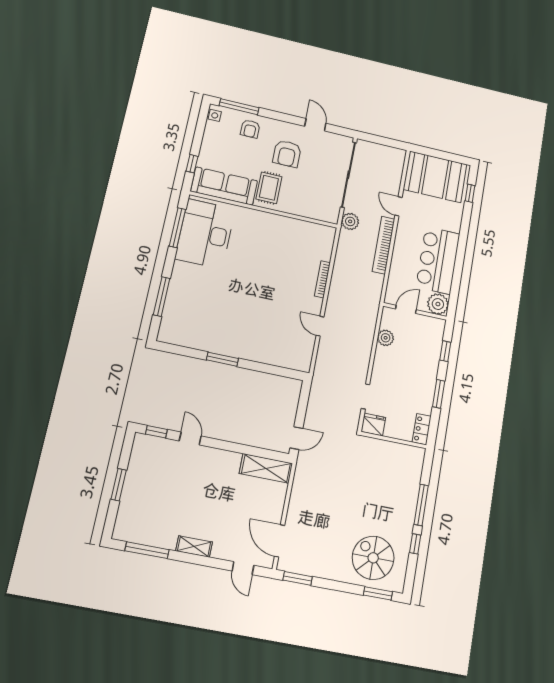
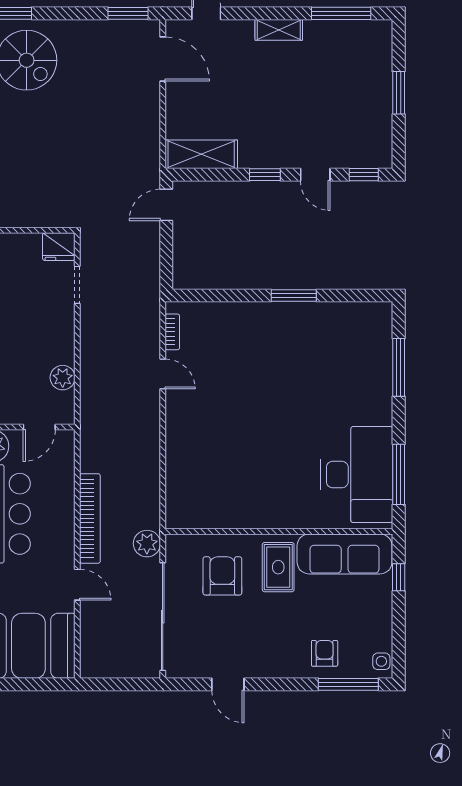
armchair: (287, 154) -> (222, 576), moved
bookcase: (322, 279) -> (172, 332), moved, width x0.64
window: (225, 445) -> (265, 175), added

